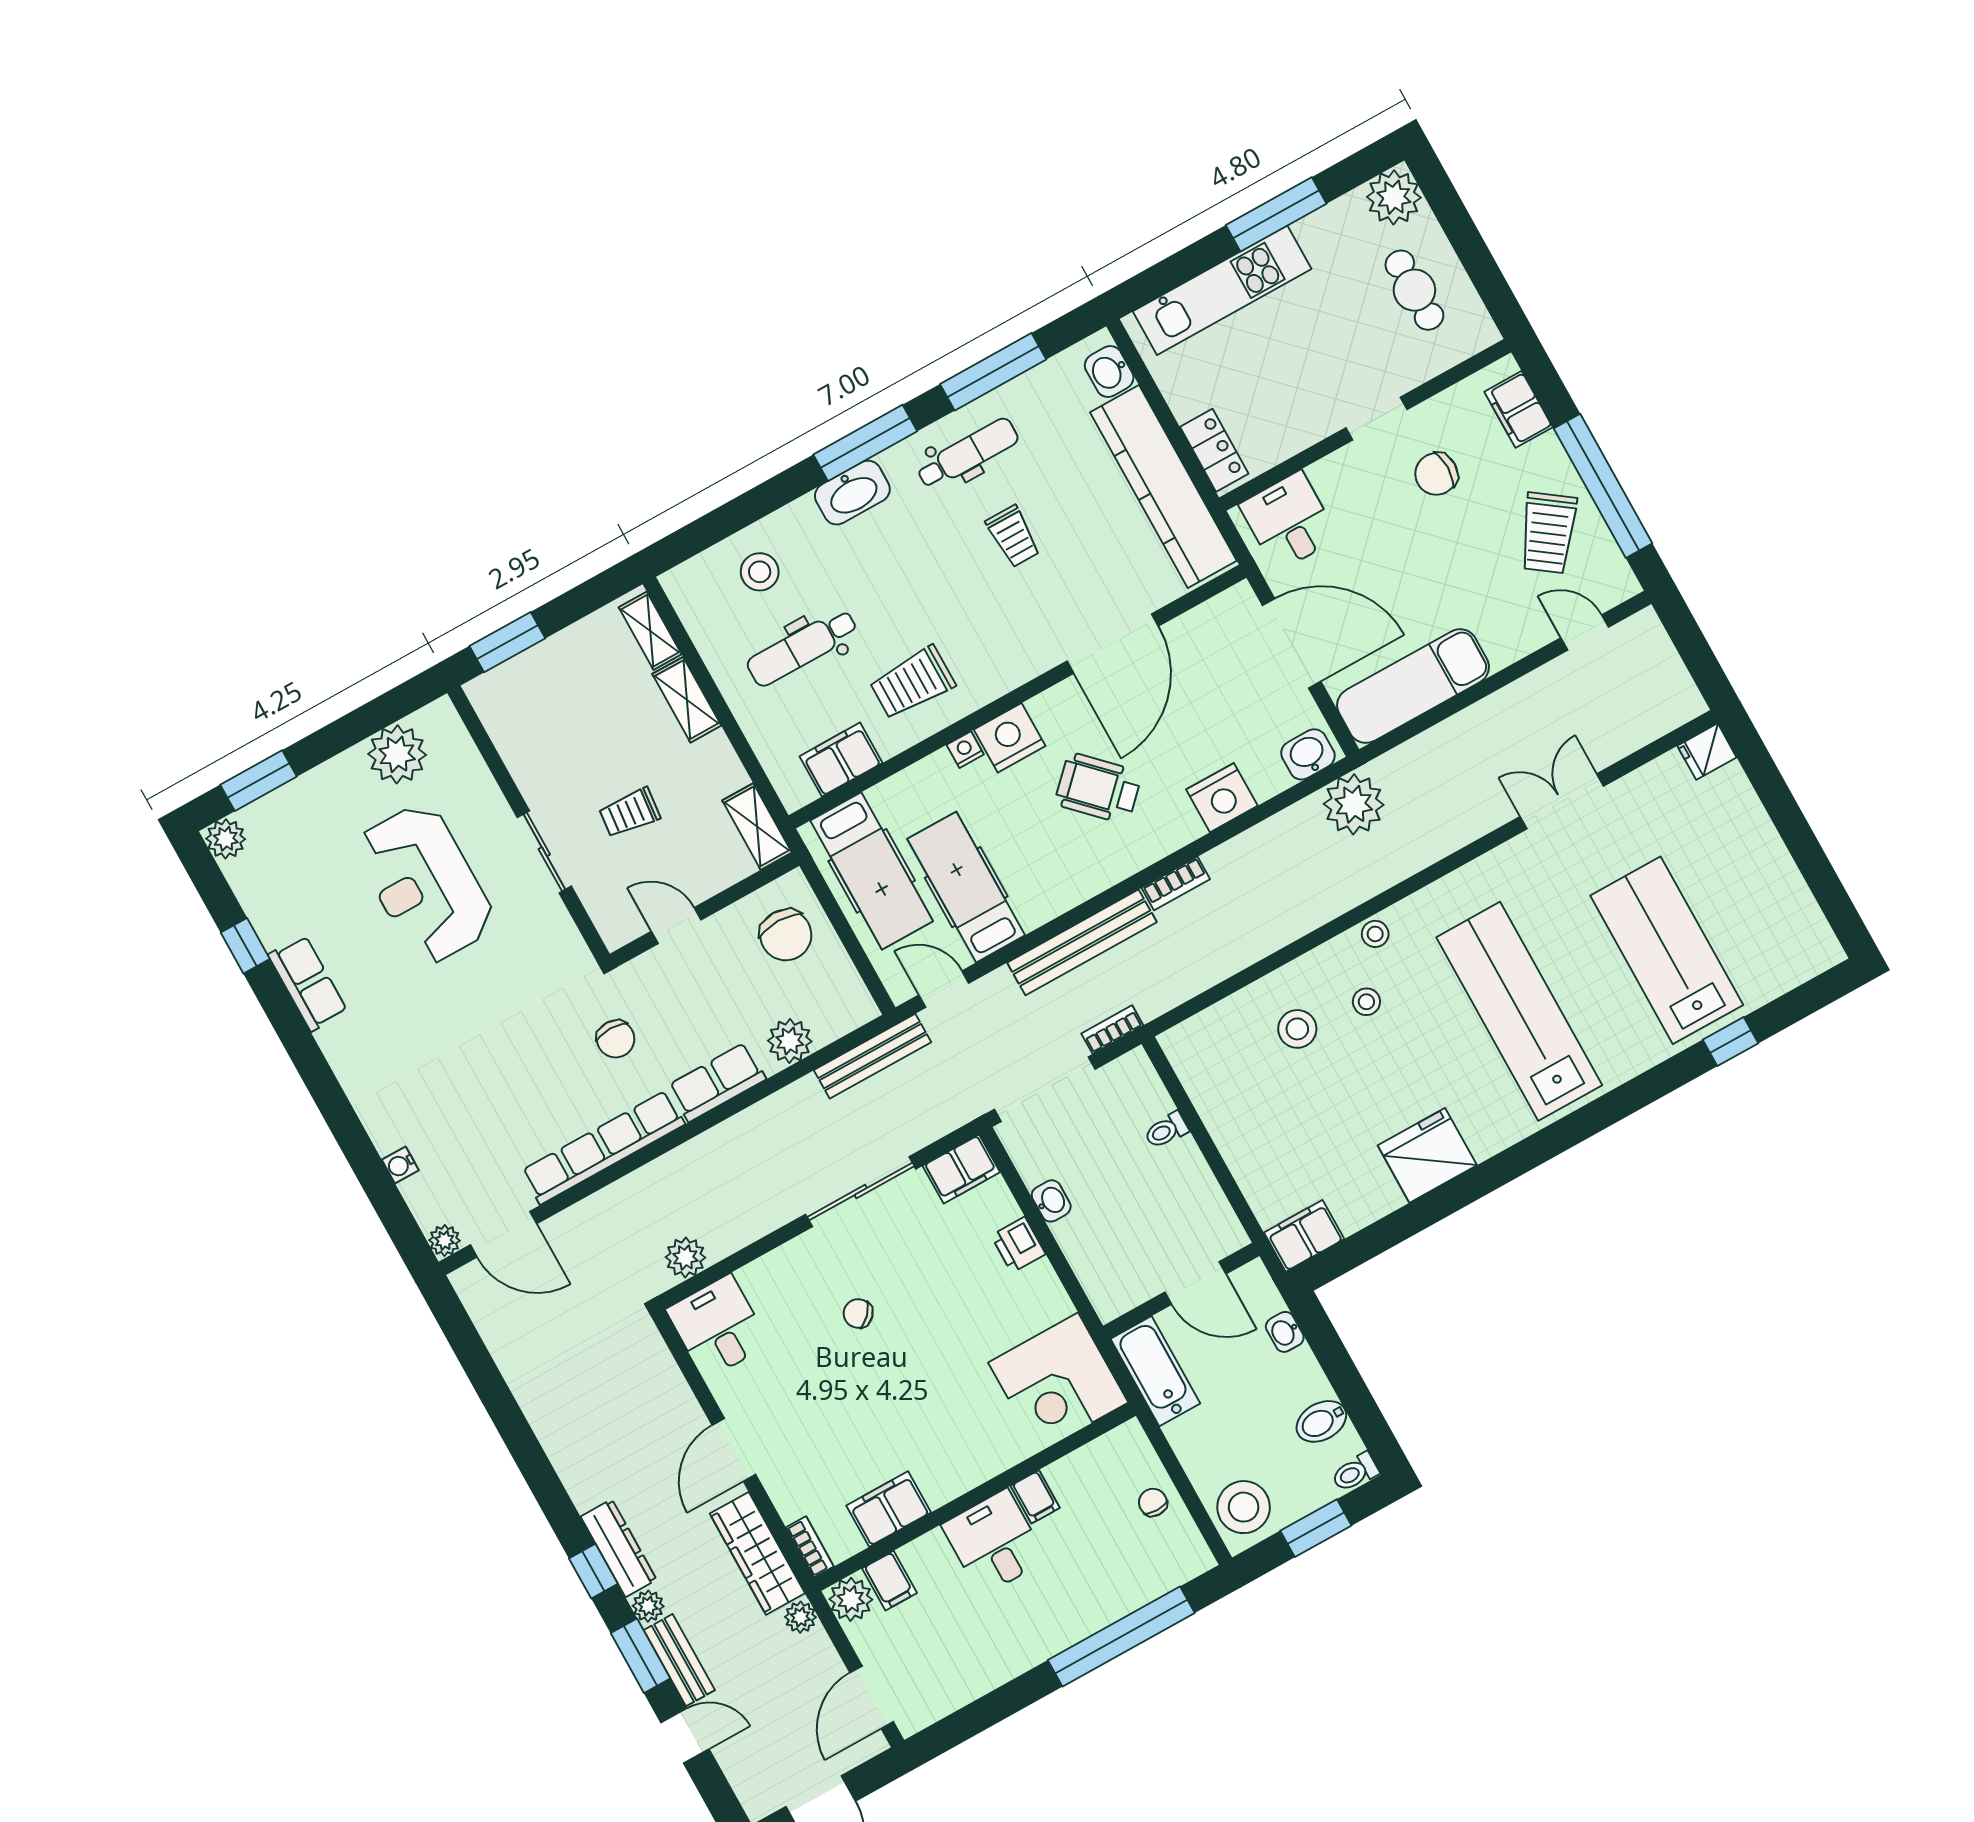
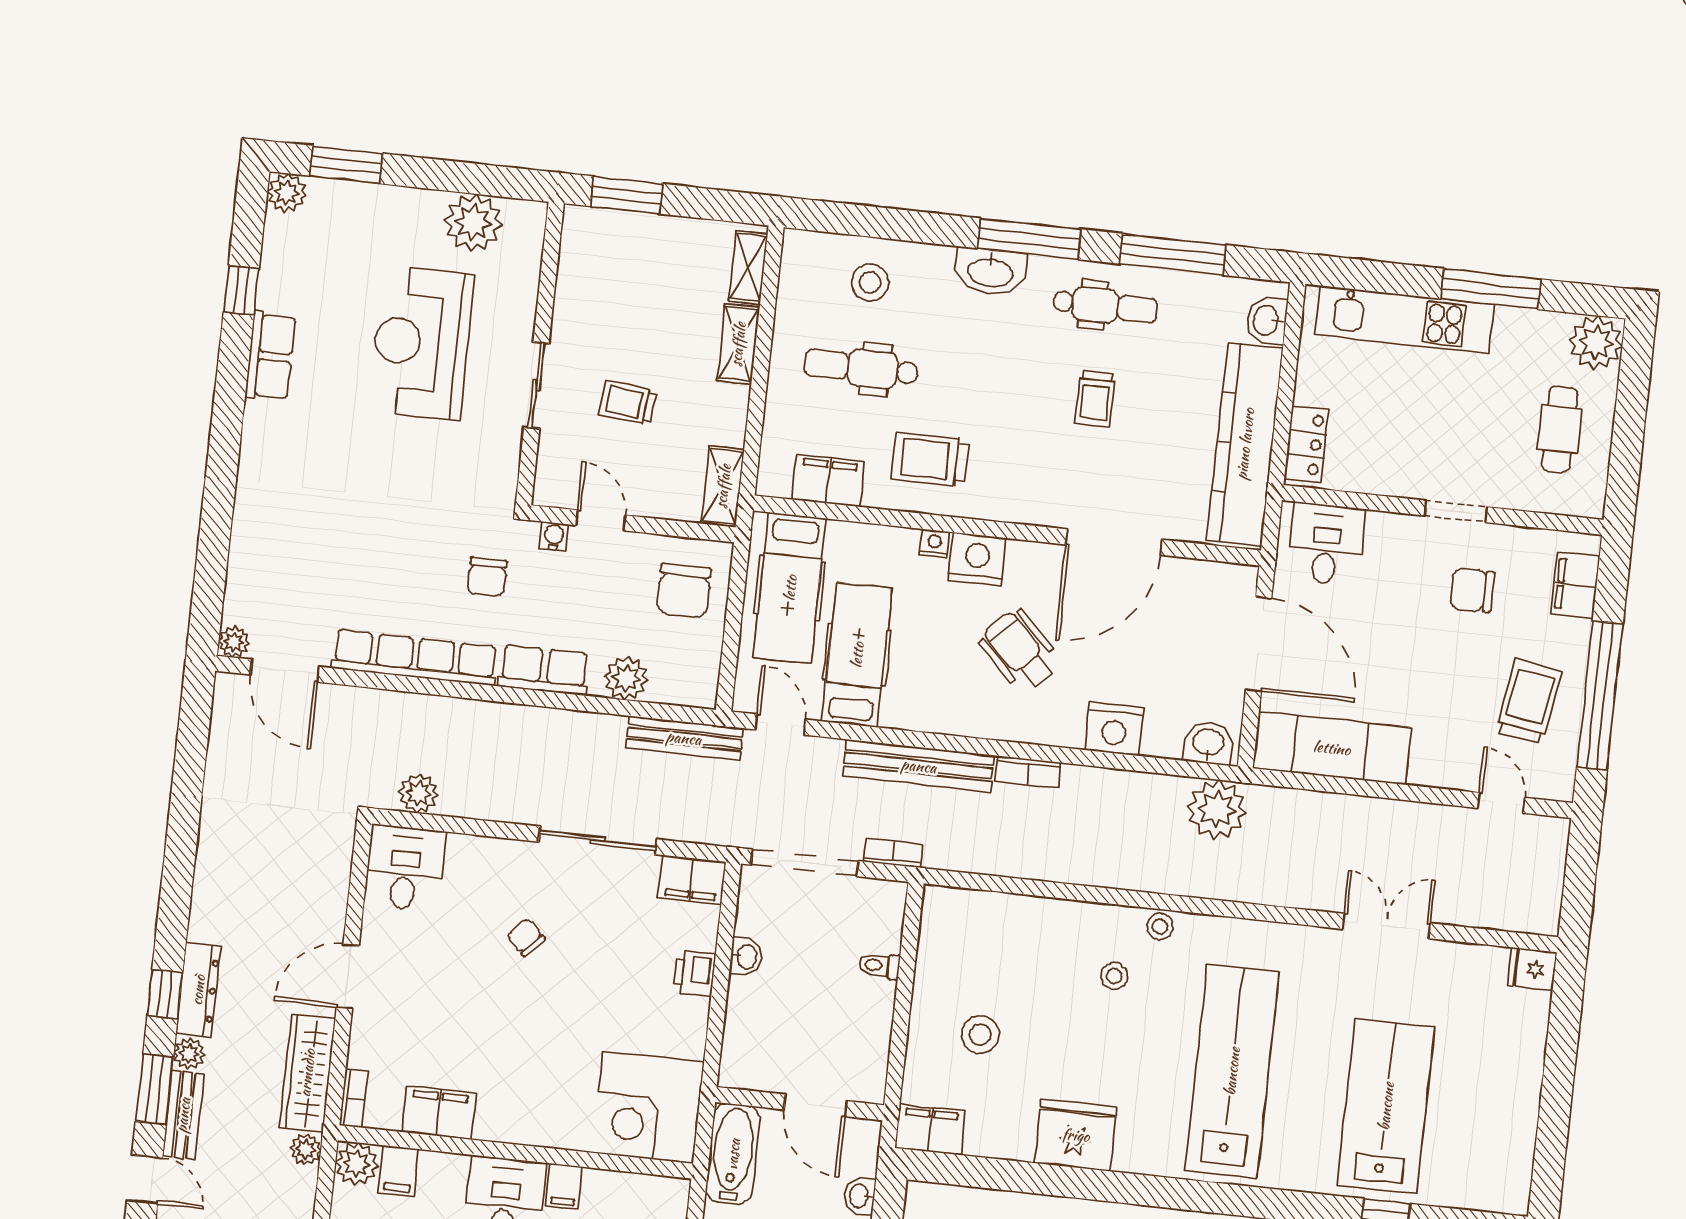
trolley: (1548, 533) -> (1529, 702), turned 153
stool: (1297, 1029) -> (980, 1035), moved
water cooler: (400, 1165) -> (554, 536), moved, turned 90

